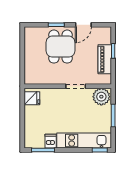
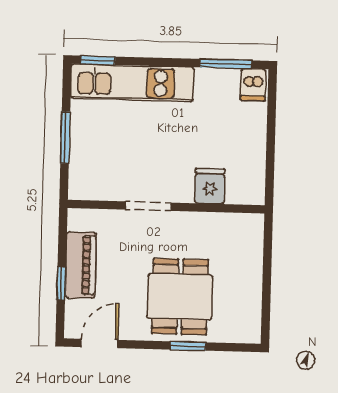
door: (83, 25) -> (99, 344), moved
plant: (101, 97) -> (91, 181), removed
fridge: (32, 98) -> (210, 186), moved, turned 90
dishwasher: (51, 141) -> (253, 85), moved

